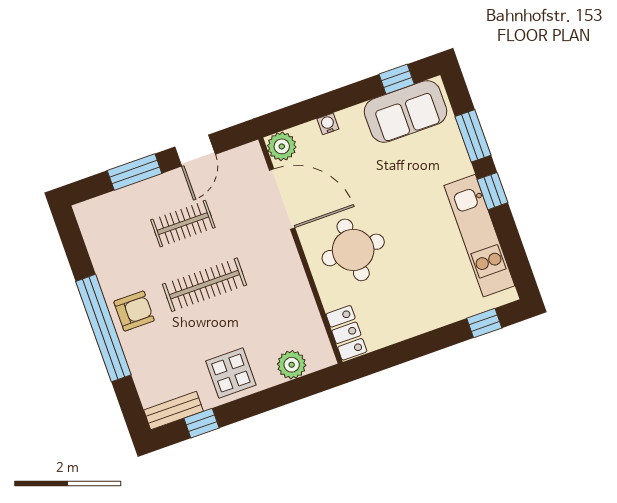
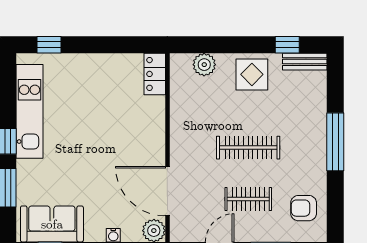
round table: (353, 250) -> (128, 134), removed
armchair: (134, 311) -> (304, 208), moved
window: (103, 328) -> (335, 142), width x0.68

